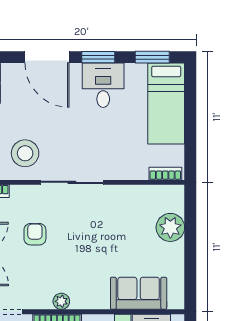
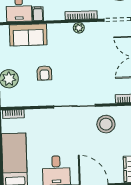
armchair: (35, 234) -> (44, 73), moved

